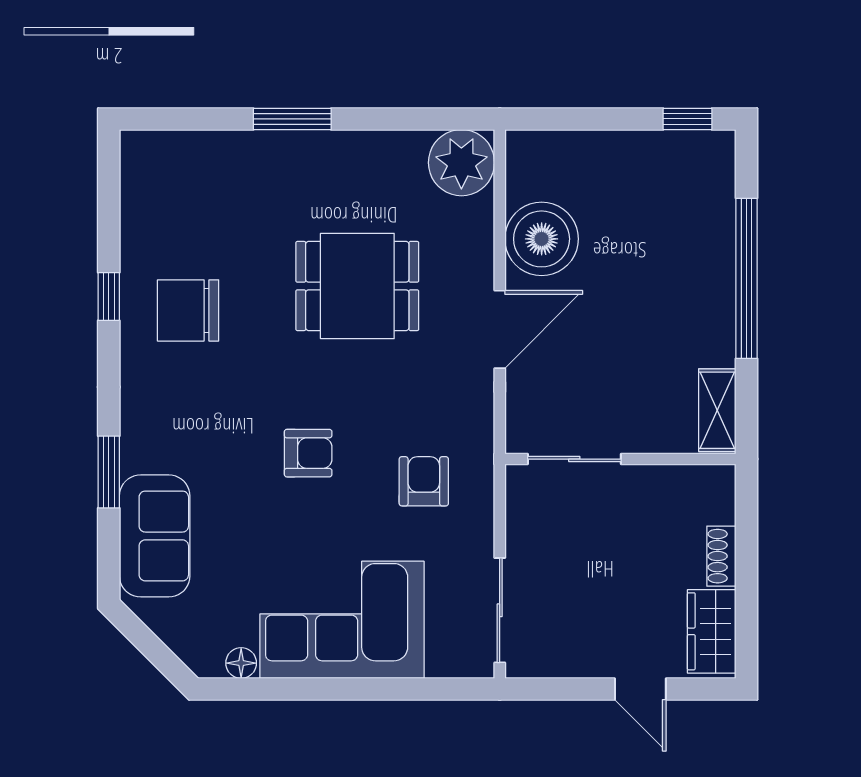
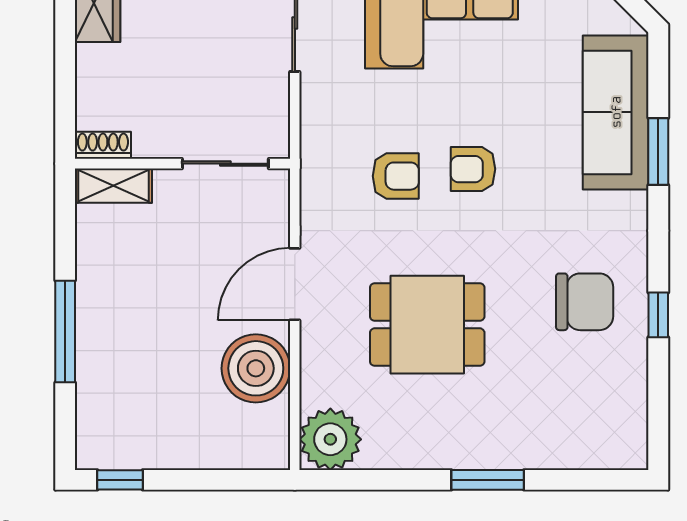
window: (747, 278) -> (65, 332), width x0.68
shelving: (717, 410) -> (113, 186), moved, turned 90
armchair: (424, 481) -> (396, 176), moved, turned -90
sofa: (155, 536) -> (616, 112), width x1.36
shoe rack: (721, 556) -> (103, 145), moved, turned -90

